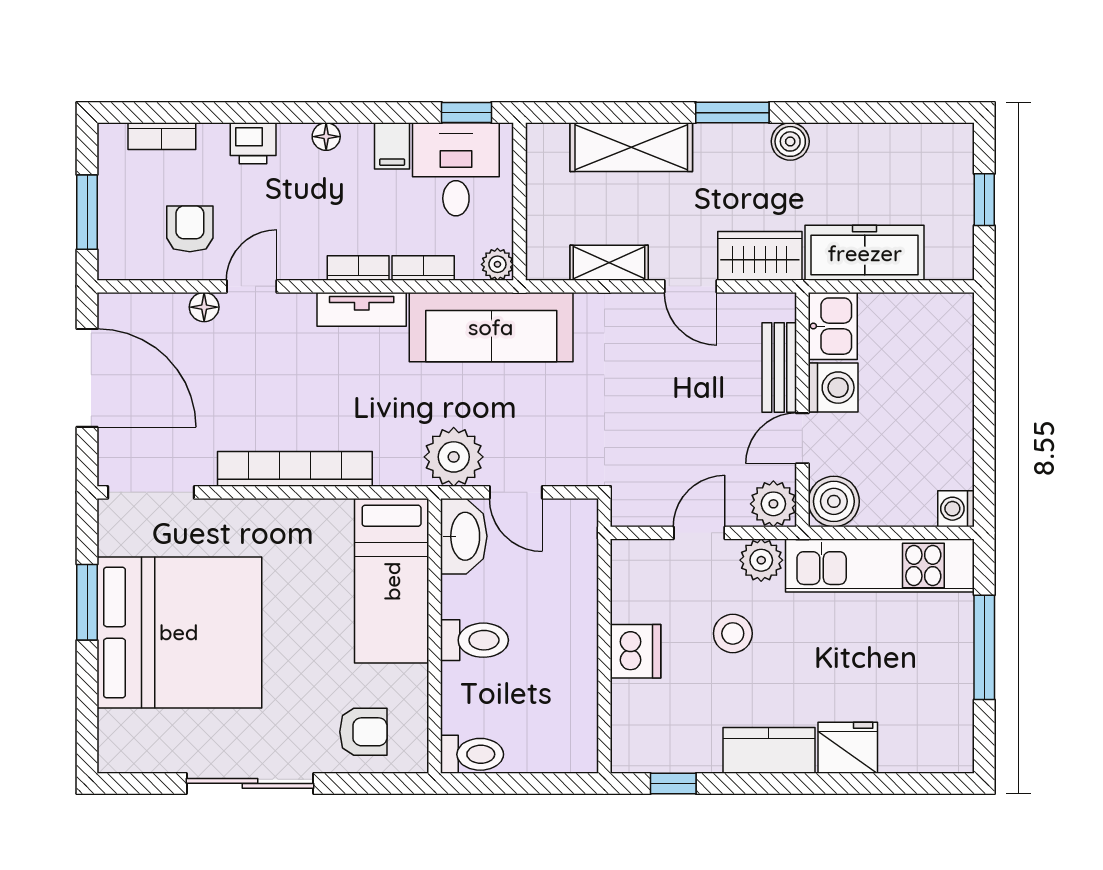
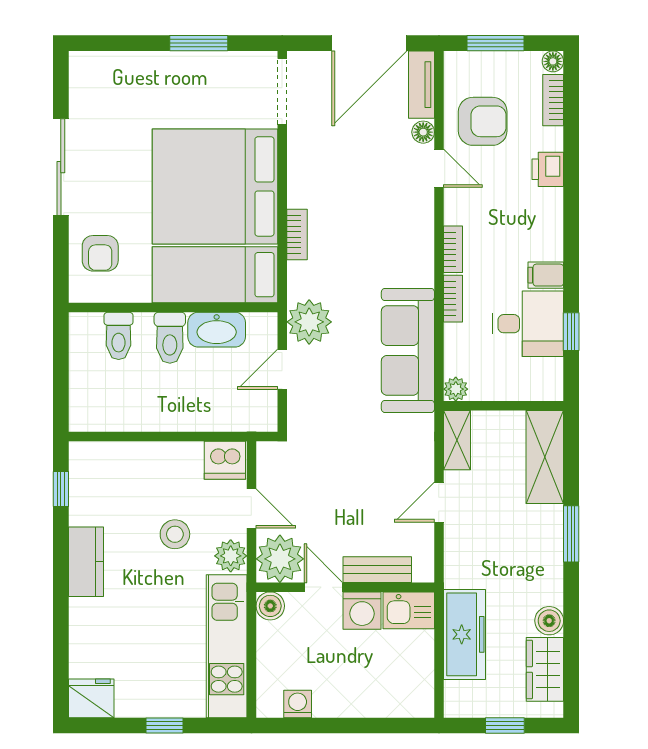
floor lamp: (326, 137) -> (553, 61), moved
boiler: (790, 141) -> (549, 621), moved
wall: (520, 201) -> (504, 406), moved
armchair: (190, 229) -> (483, 121), width x1.38, depth x1.38
wardrobe: (760, 256) -> (545, 669), moved, turned 180
plant: (497, 264) -> (456, 389), moved
tv unit: (362, 309) -> (421, 85), moved
bookcase: (295, 469) -> (297, 234), width x0.43, depth x0.76
boiler: (834, 501) -> (270, 606), width x0.73, depth x0.73
plant: (773, 504) -> (280, 559), width x1.36, depth x1.36
washing machine: (956, 509) -> (298, 704), moved
washbasin: (464, 536) -> (217, 330), moved
bed: (179, 632) -> (215, 186), moved, turned 90
window: (984, 647) -> (164, 725), width x0.46
dishwasher: (636, 651) -> (225, 460), moved
fridge: (848, 748) -> (91, 698), moved, turned -90
toilet: (472, 754) -> (119, 336), moved

